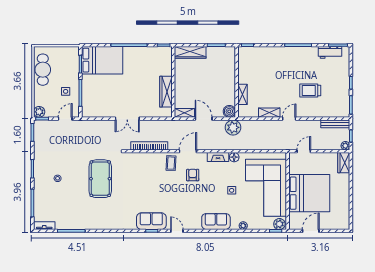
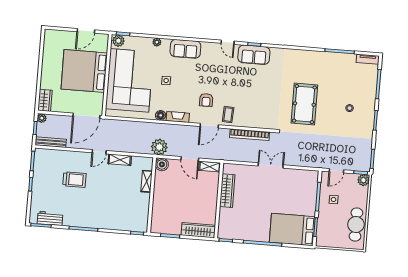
door: (304, 151) -> (86, 116), width x1.88

